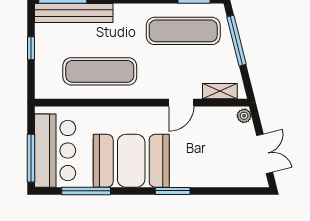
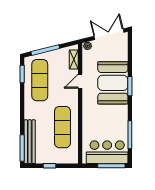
door: (181, 103) -> (80, 81), swing flipped
double door: (265, 154) -> (109, 34), width x1.37
booth: (131, 161) -> (113, 83), moved

